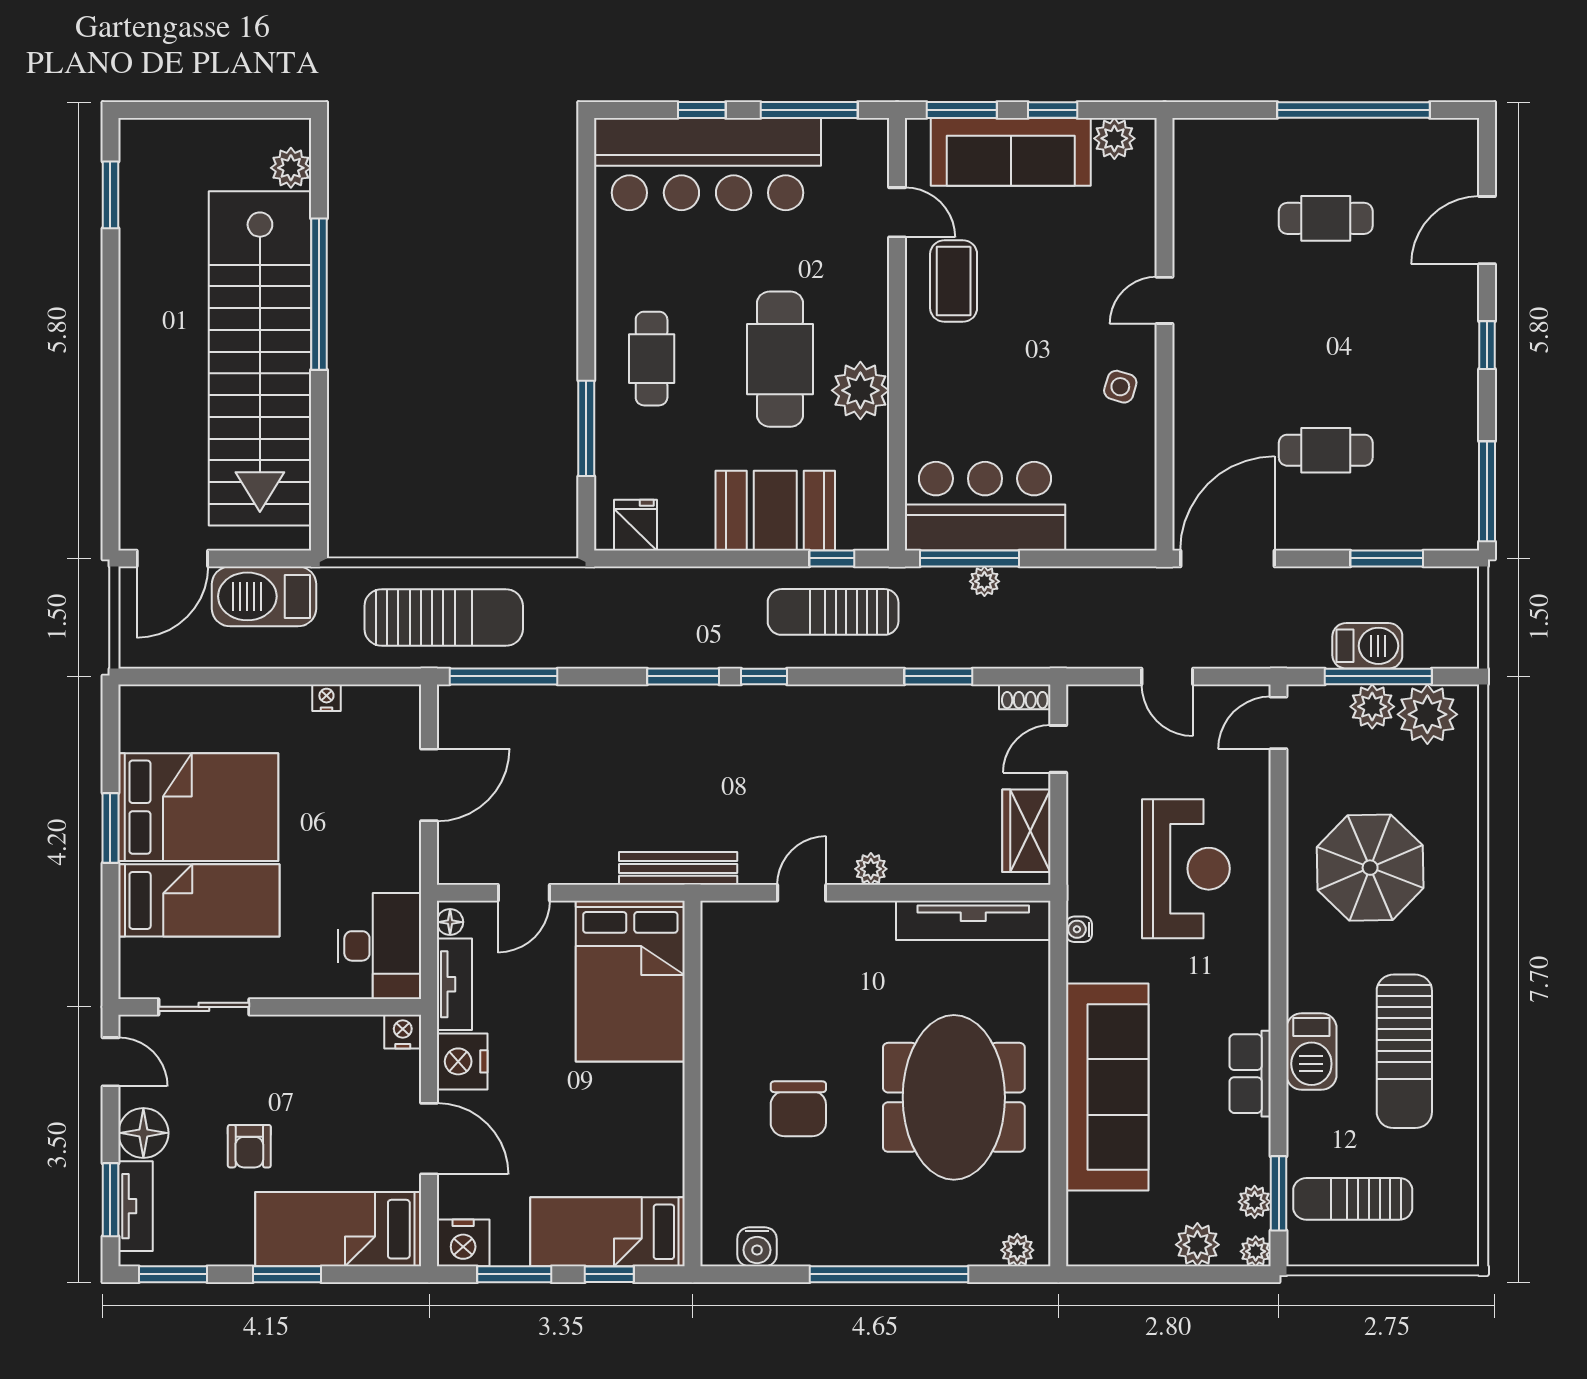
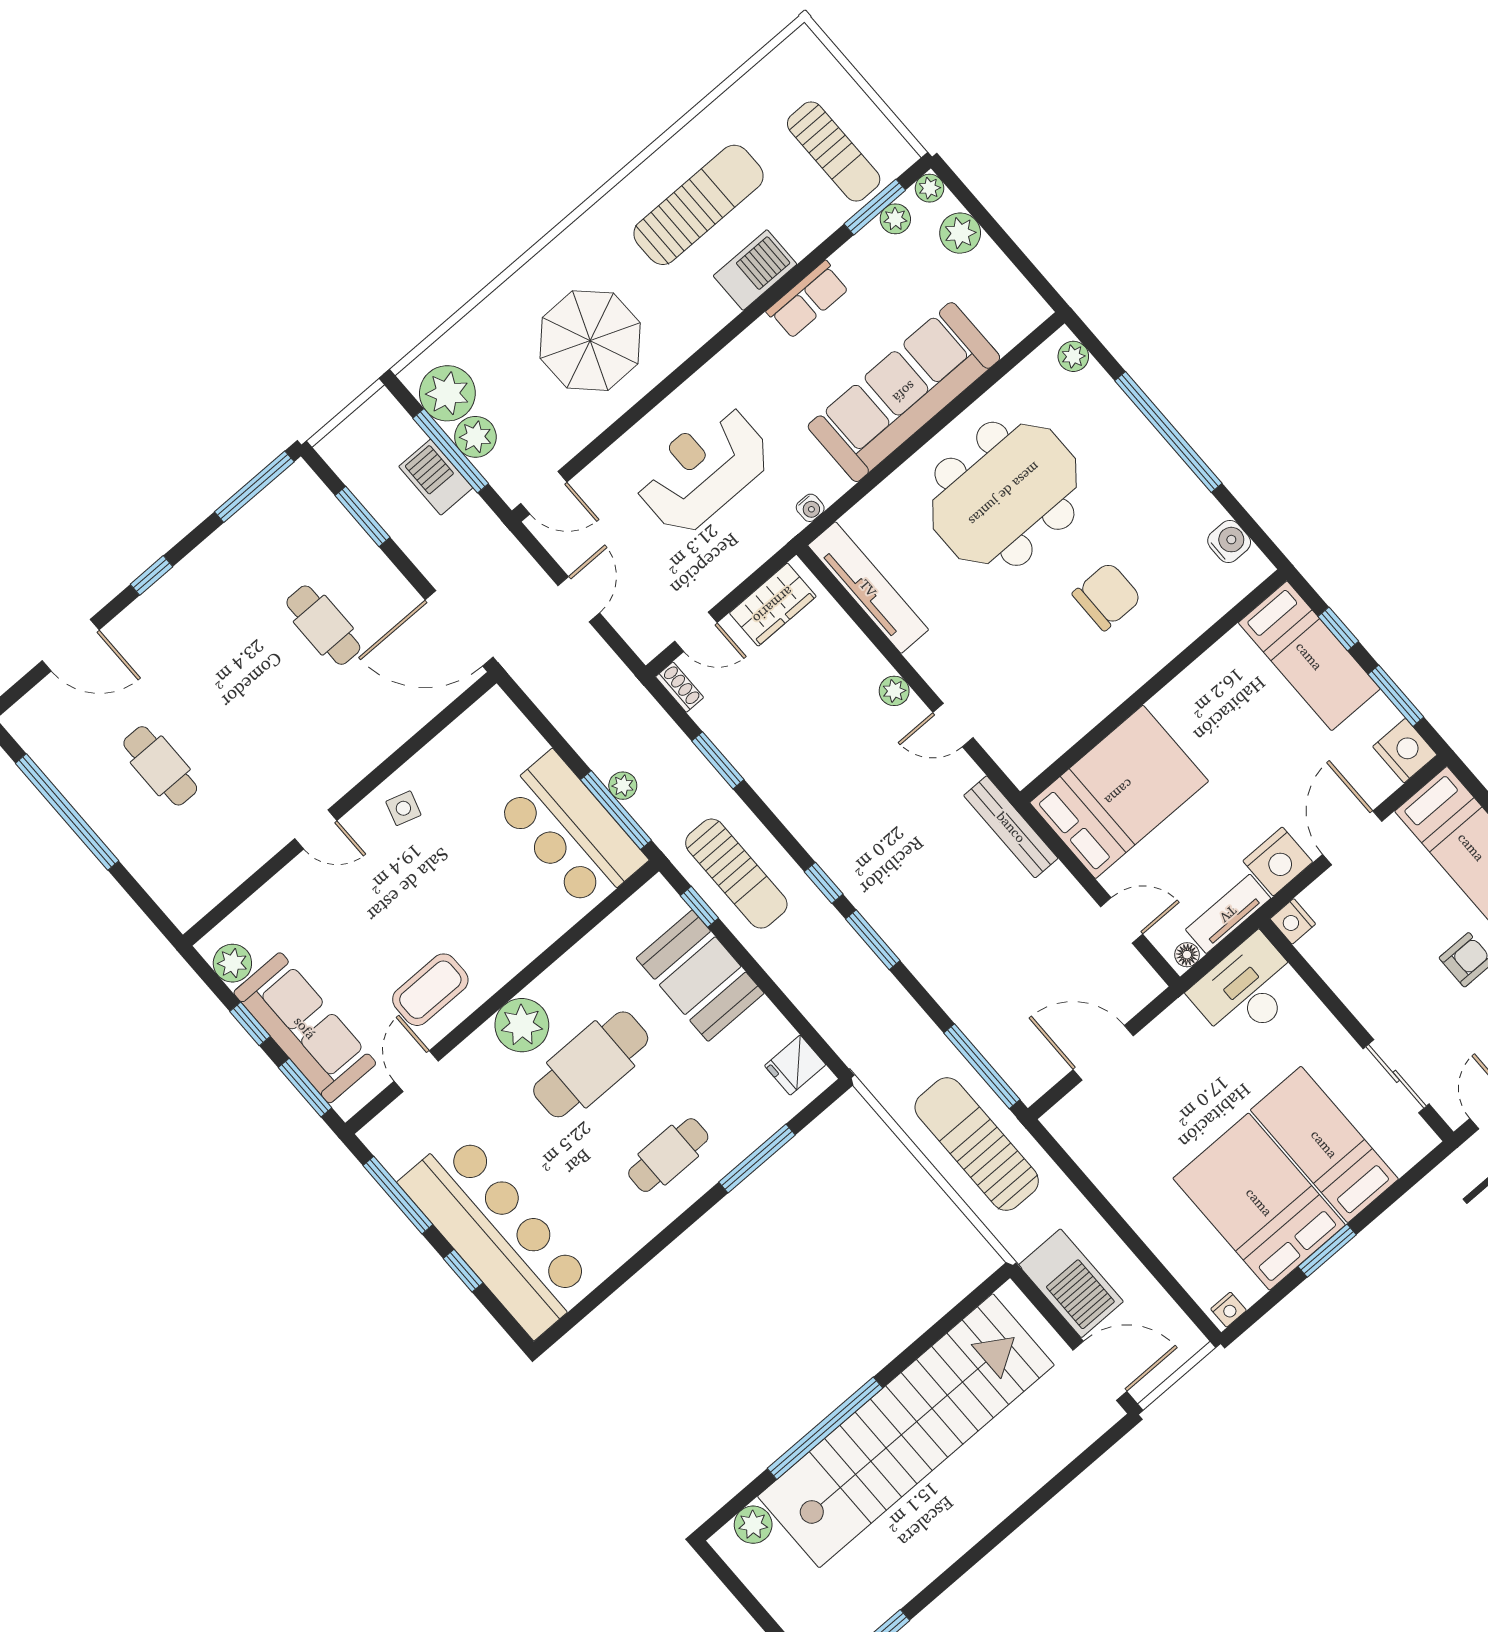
plant: (860, 390) -> (522, 1025), moved
nightstand: (326, 698) -> (1229, 1310), moved, turned -90

